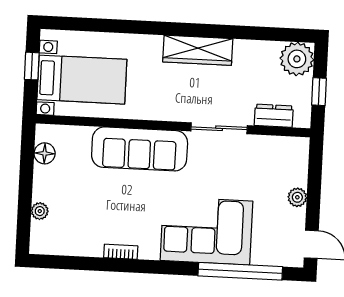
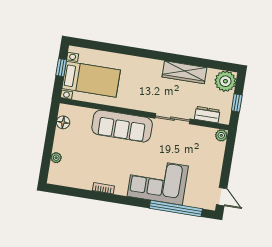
wardrobe: (198, 50) -> (184, 72), moved
plant: (297, 197) -> (221, 135), moved

